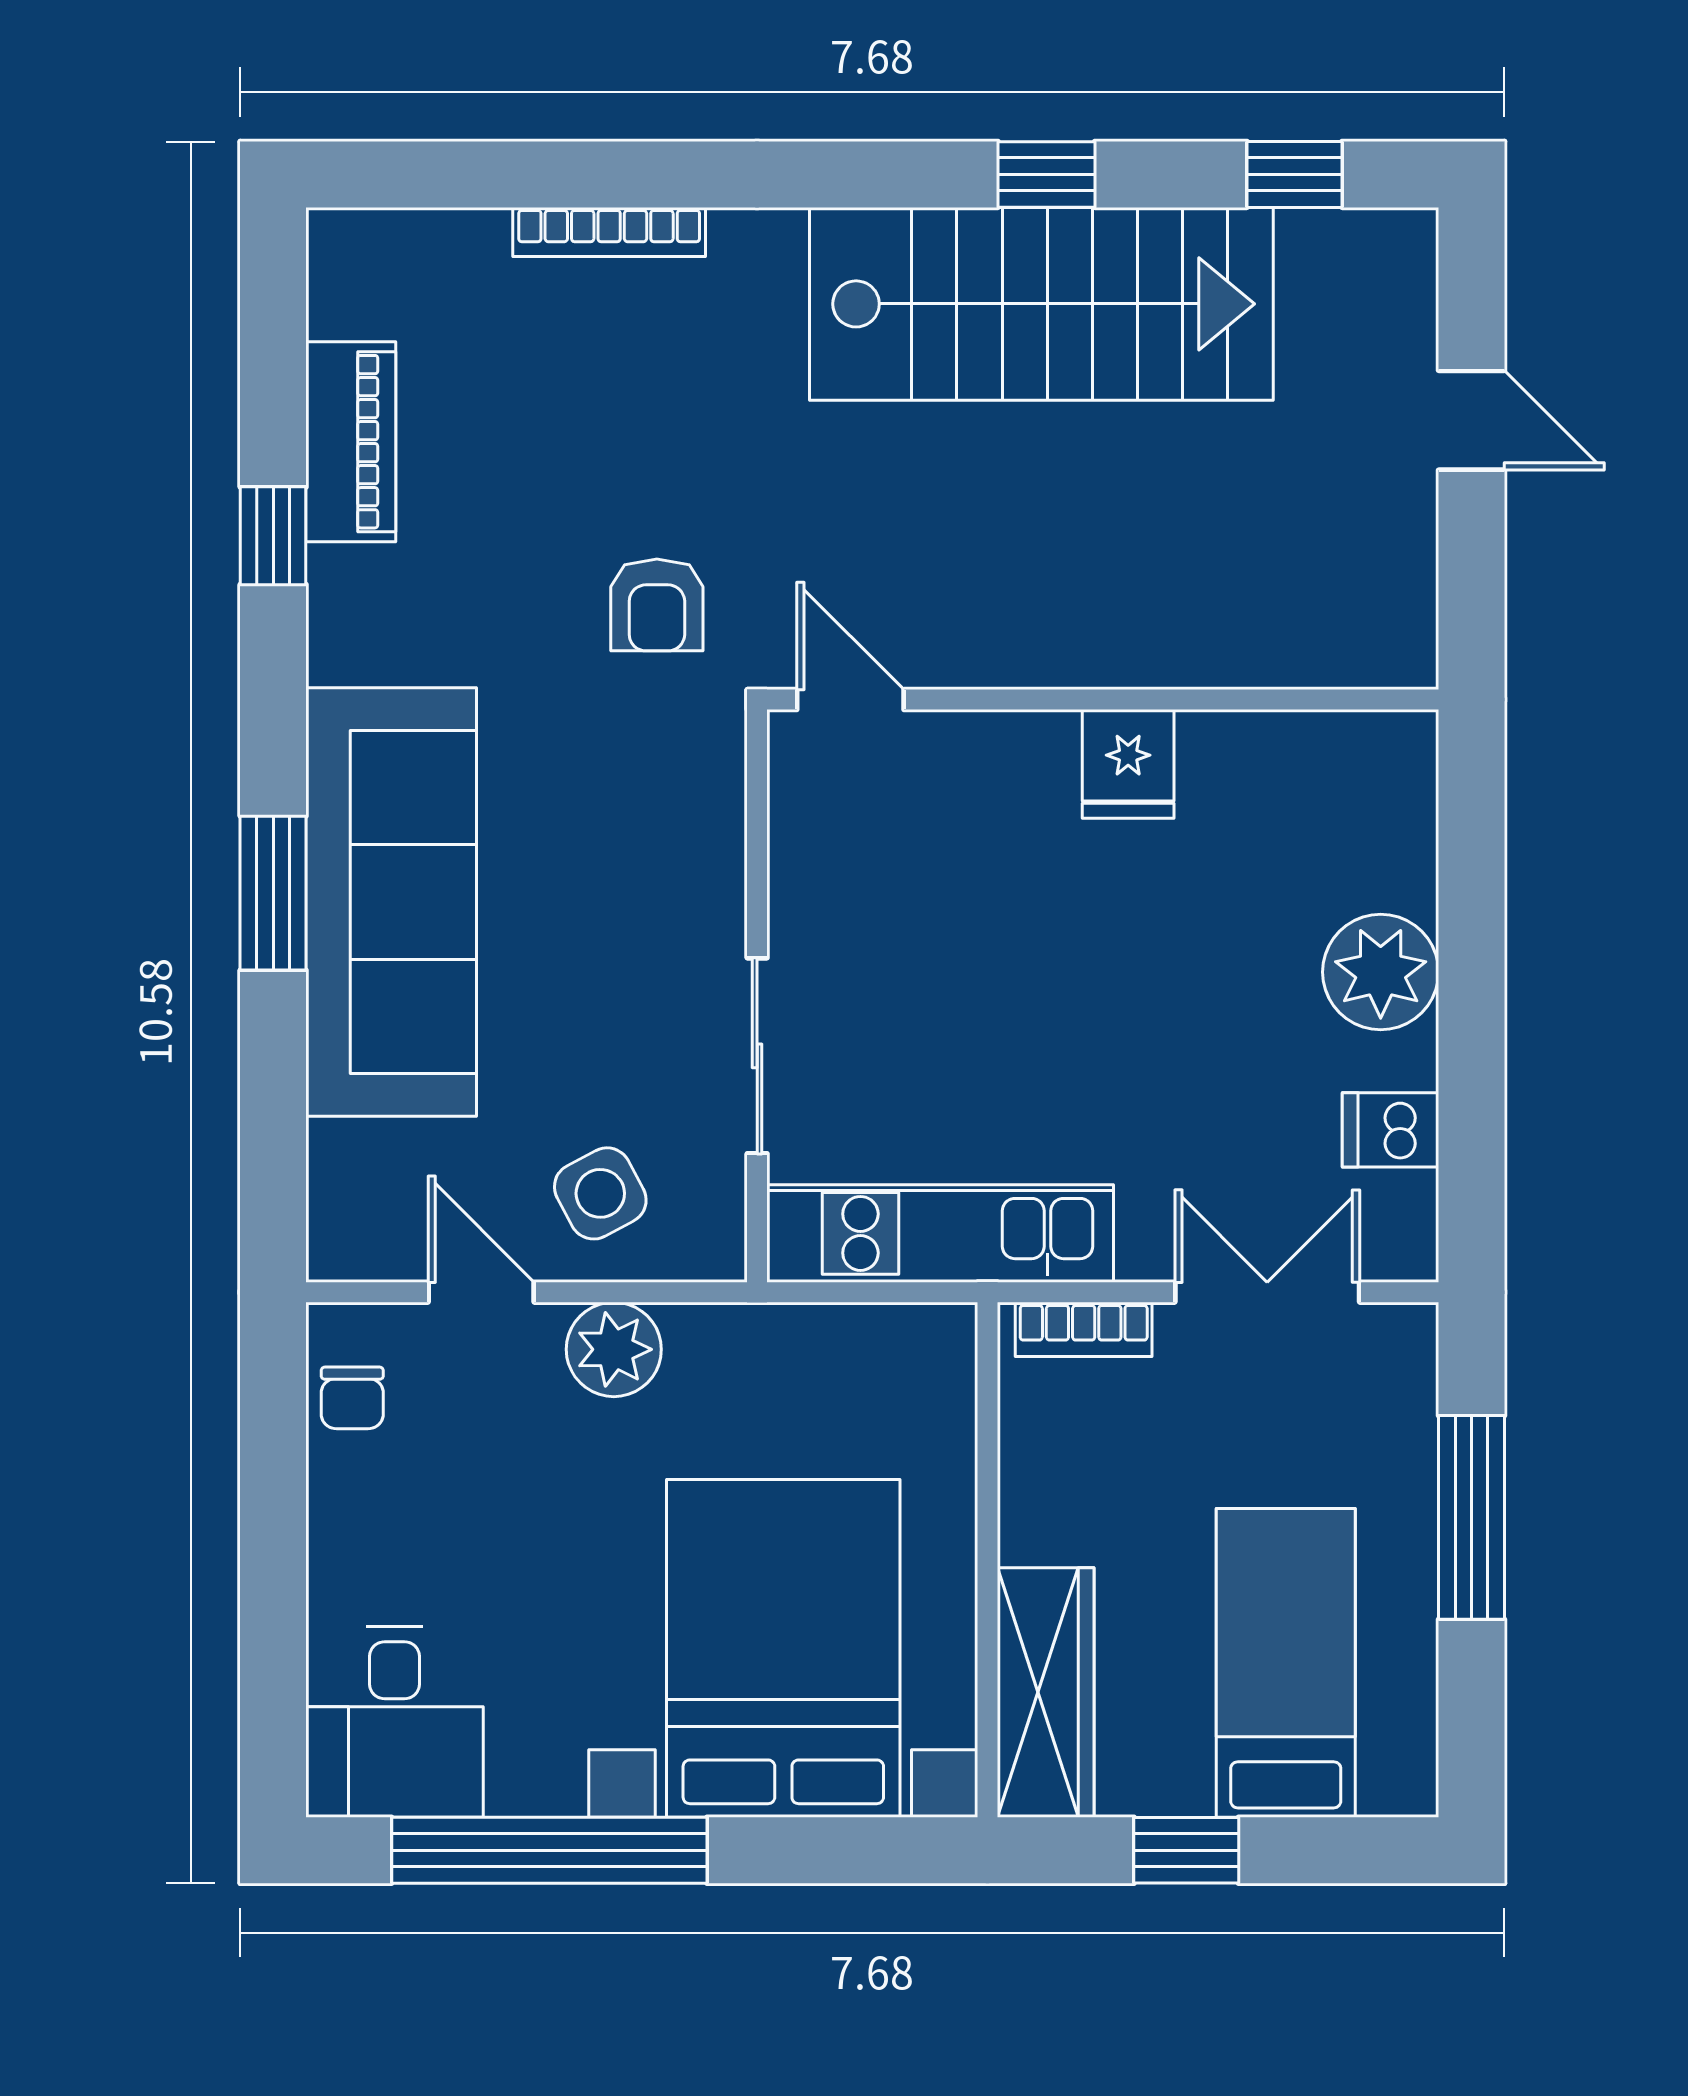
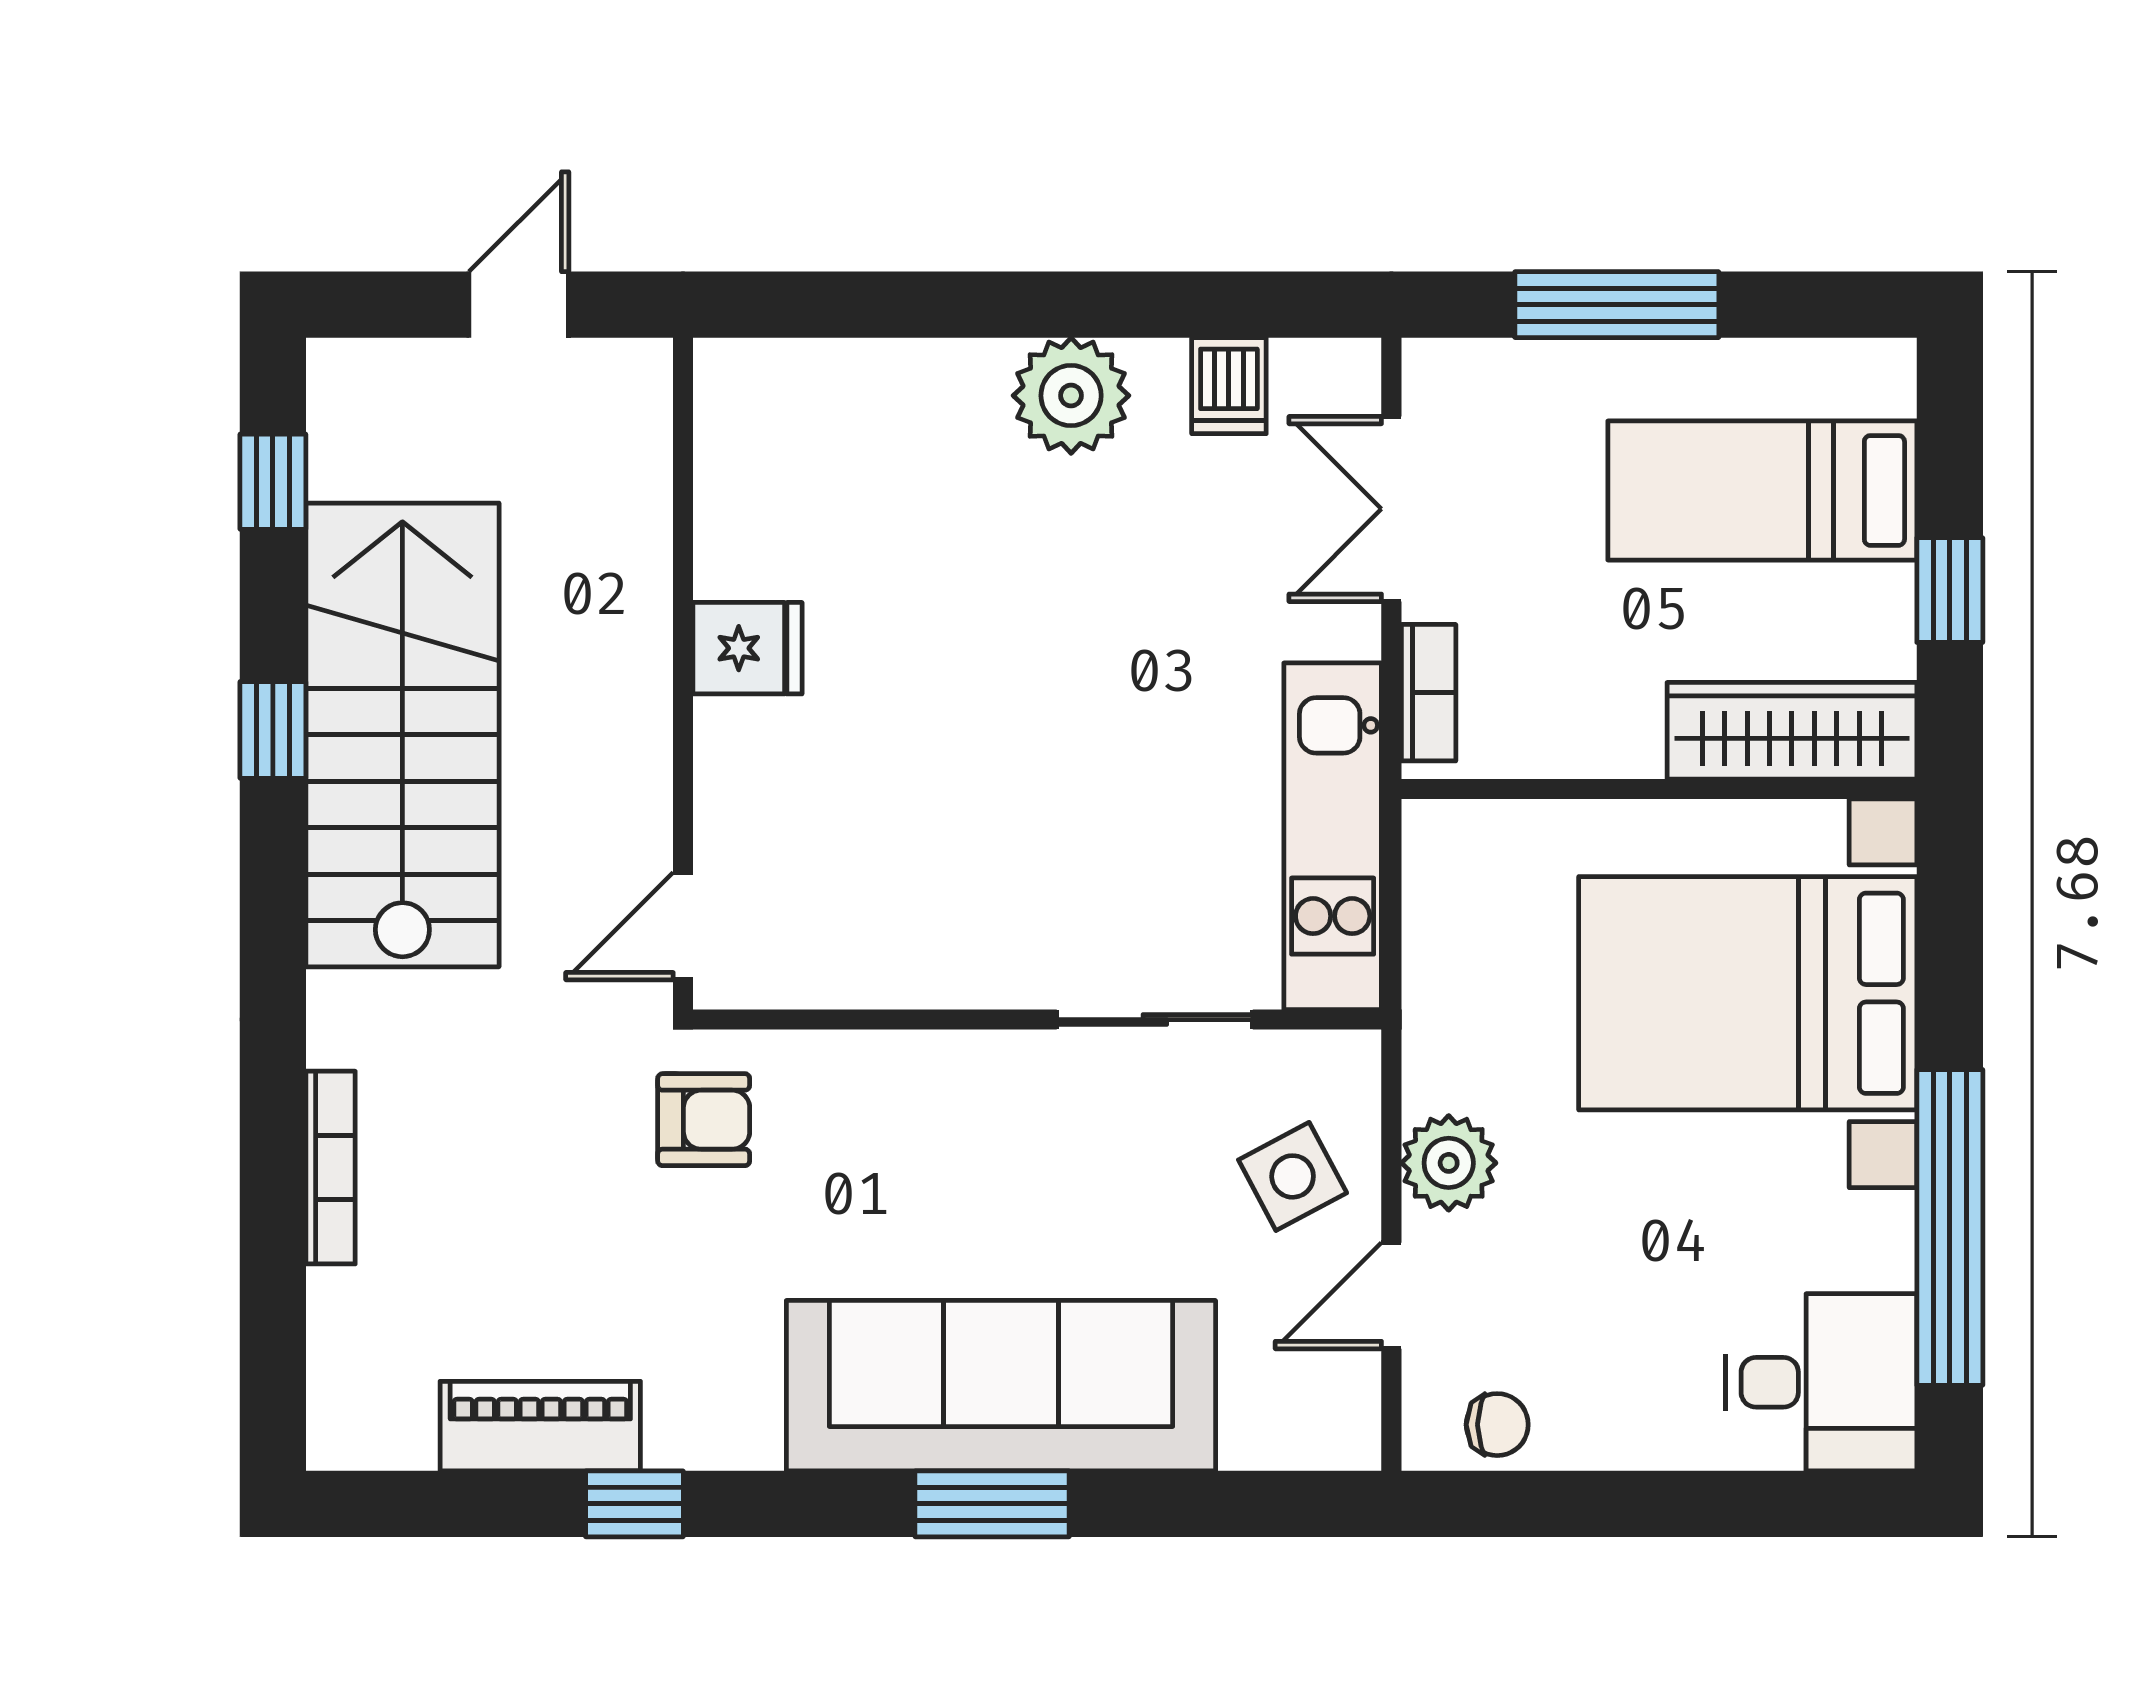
door: (850, 700) -> (683, 926), moved
wall: (1103, 700) -> (683, 674), moved
fridge: (1128, 764) -> (747, 648), moved

